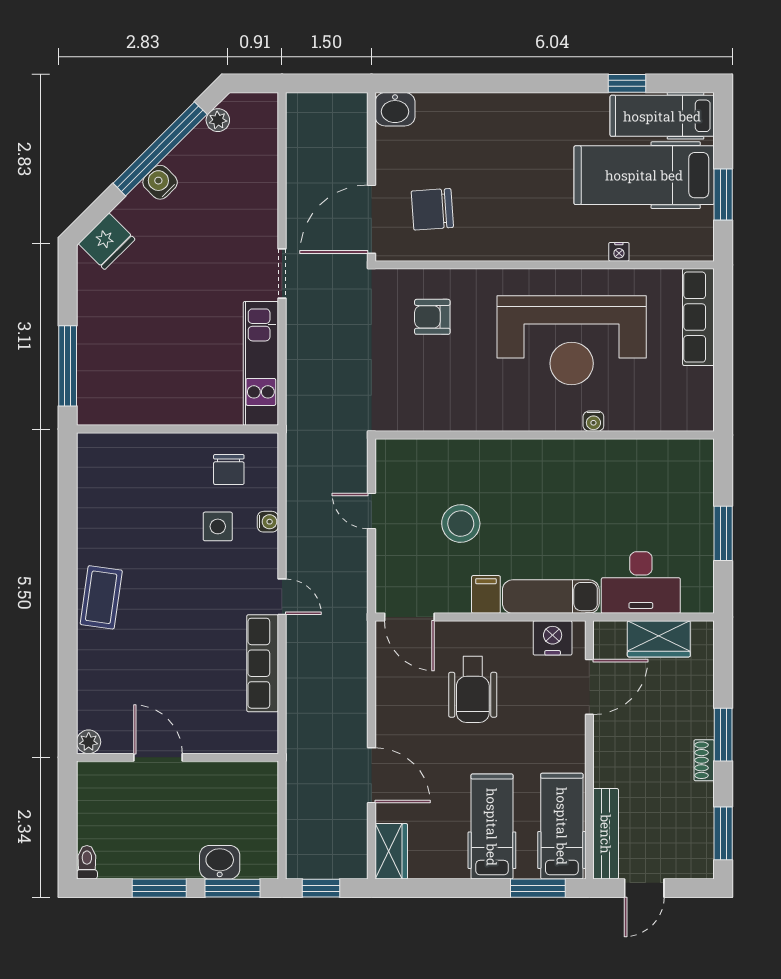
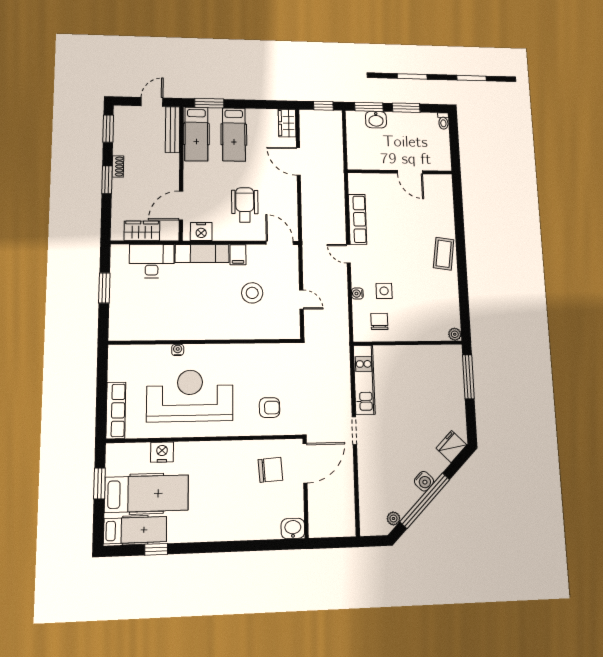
nightstand: (619, 252) -> (162, 452), width x1.89, depth x1.79
plant: (89, 742) -> (455, 334), moved

